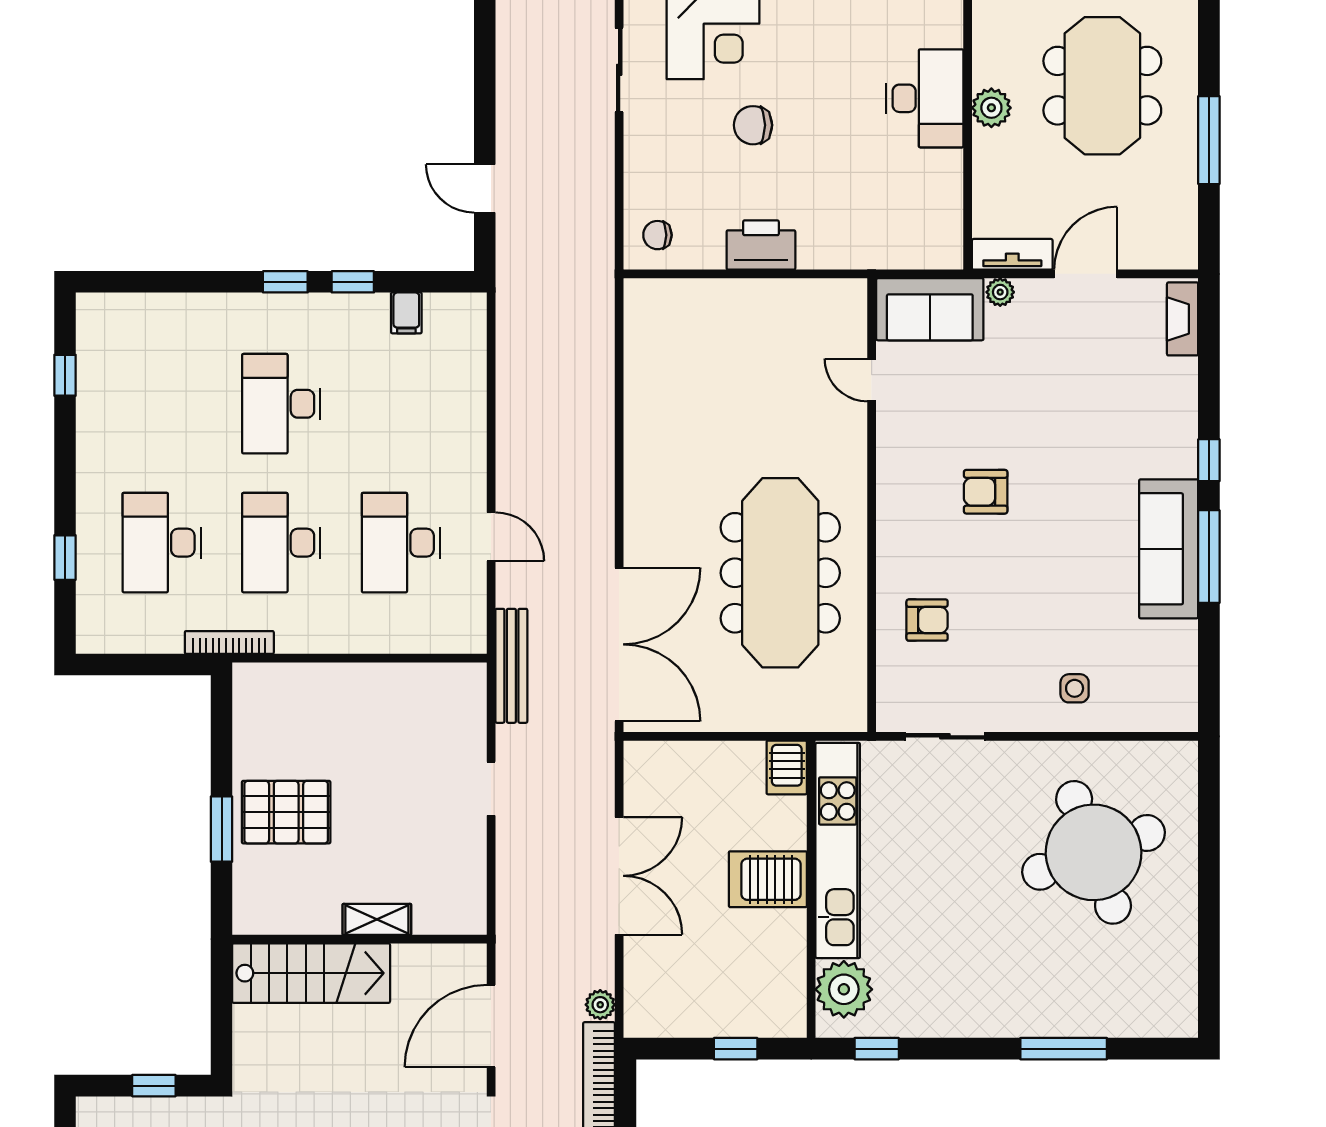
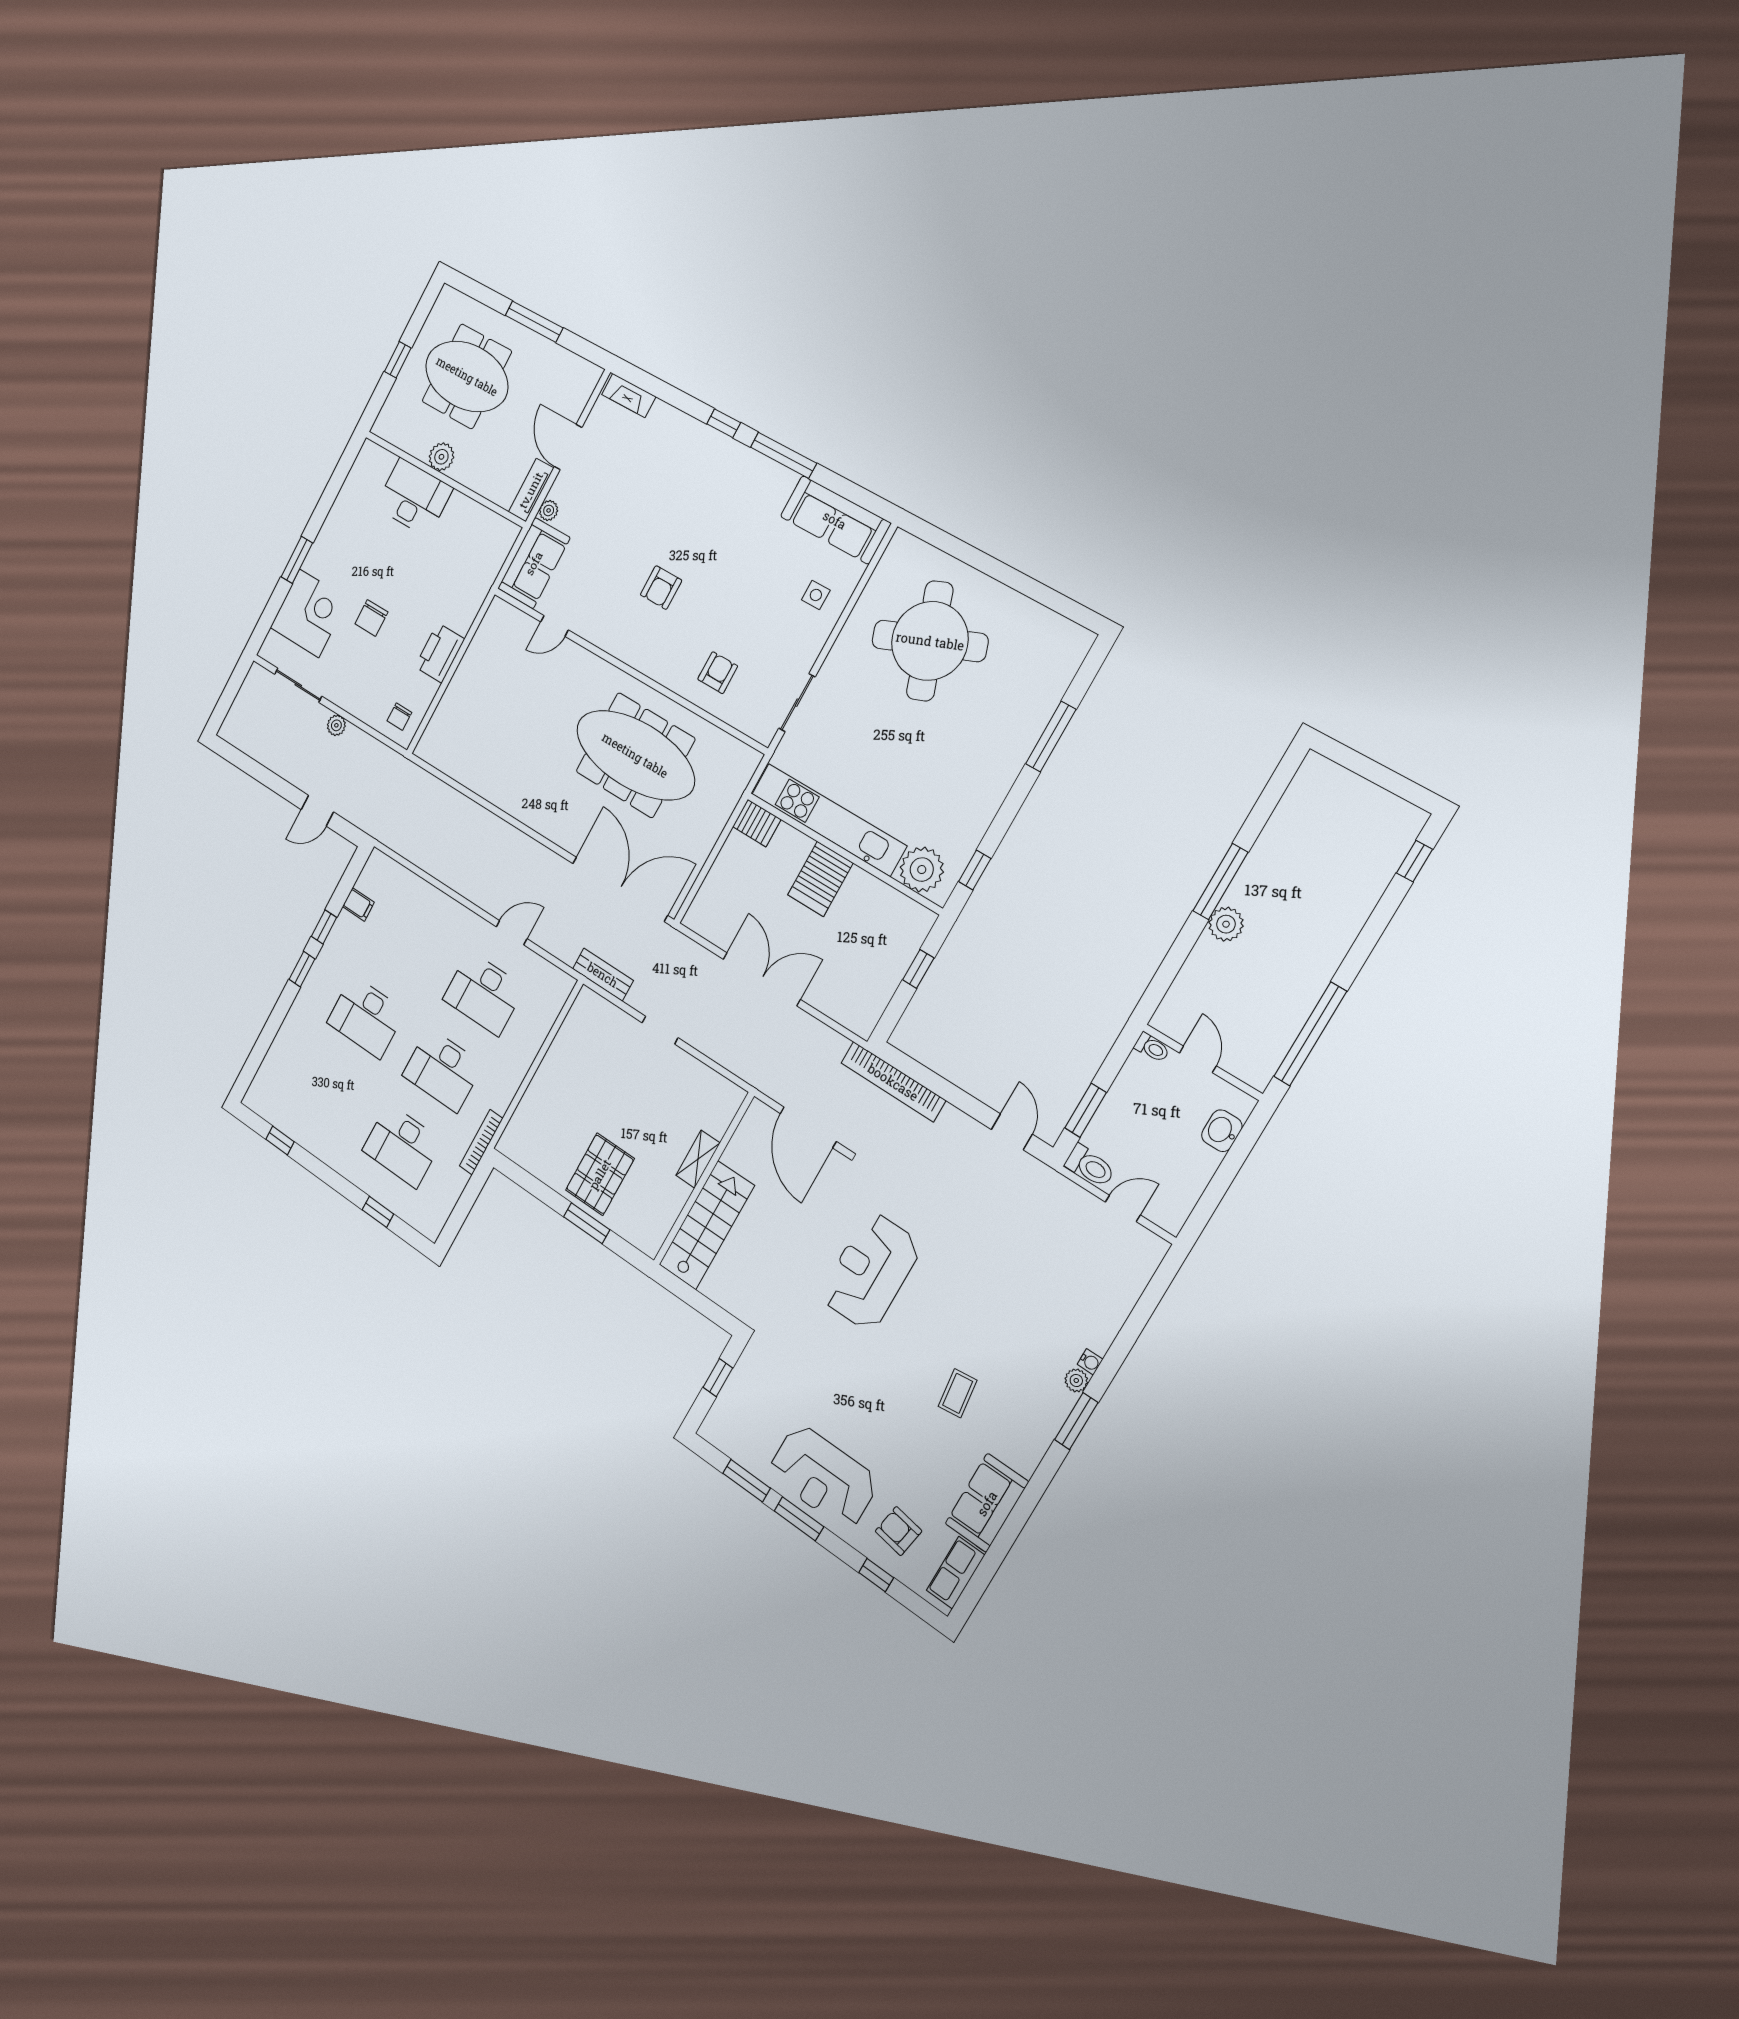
sofa: (1169, 549) -> (835, 520), moved
bench: (511, 666) -> (603, 975), width x0.73
plant: (600, 1005) -> (336, 725), moved

